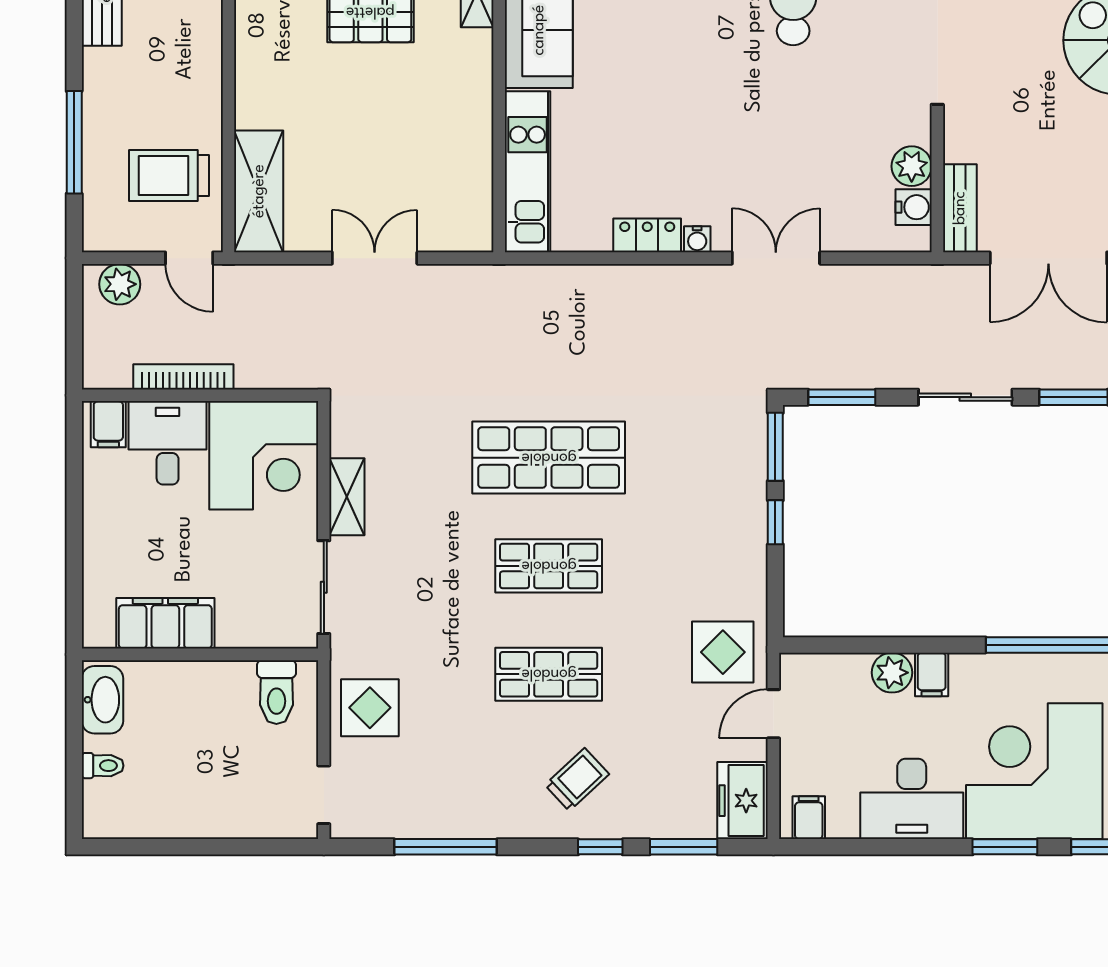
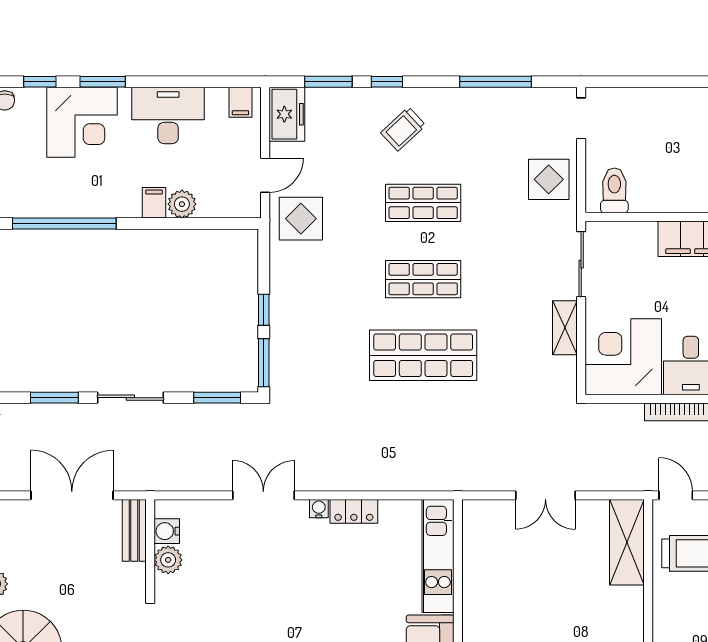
double door: (776, 258) -> (263, 495), swing flipped
corner desk: (1034, 771) -> (82, 122), width x0.74, depth x0.74

